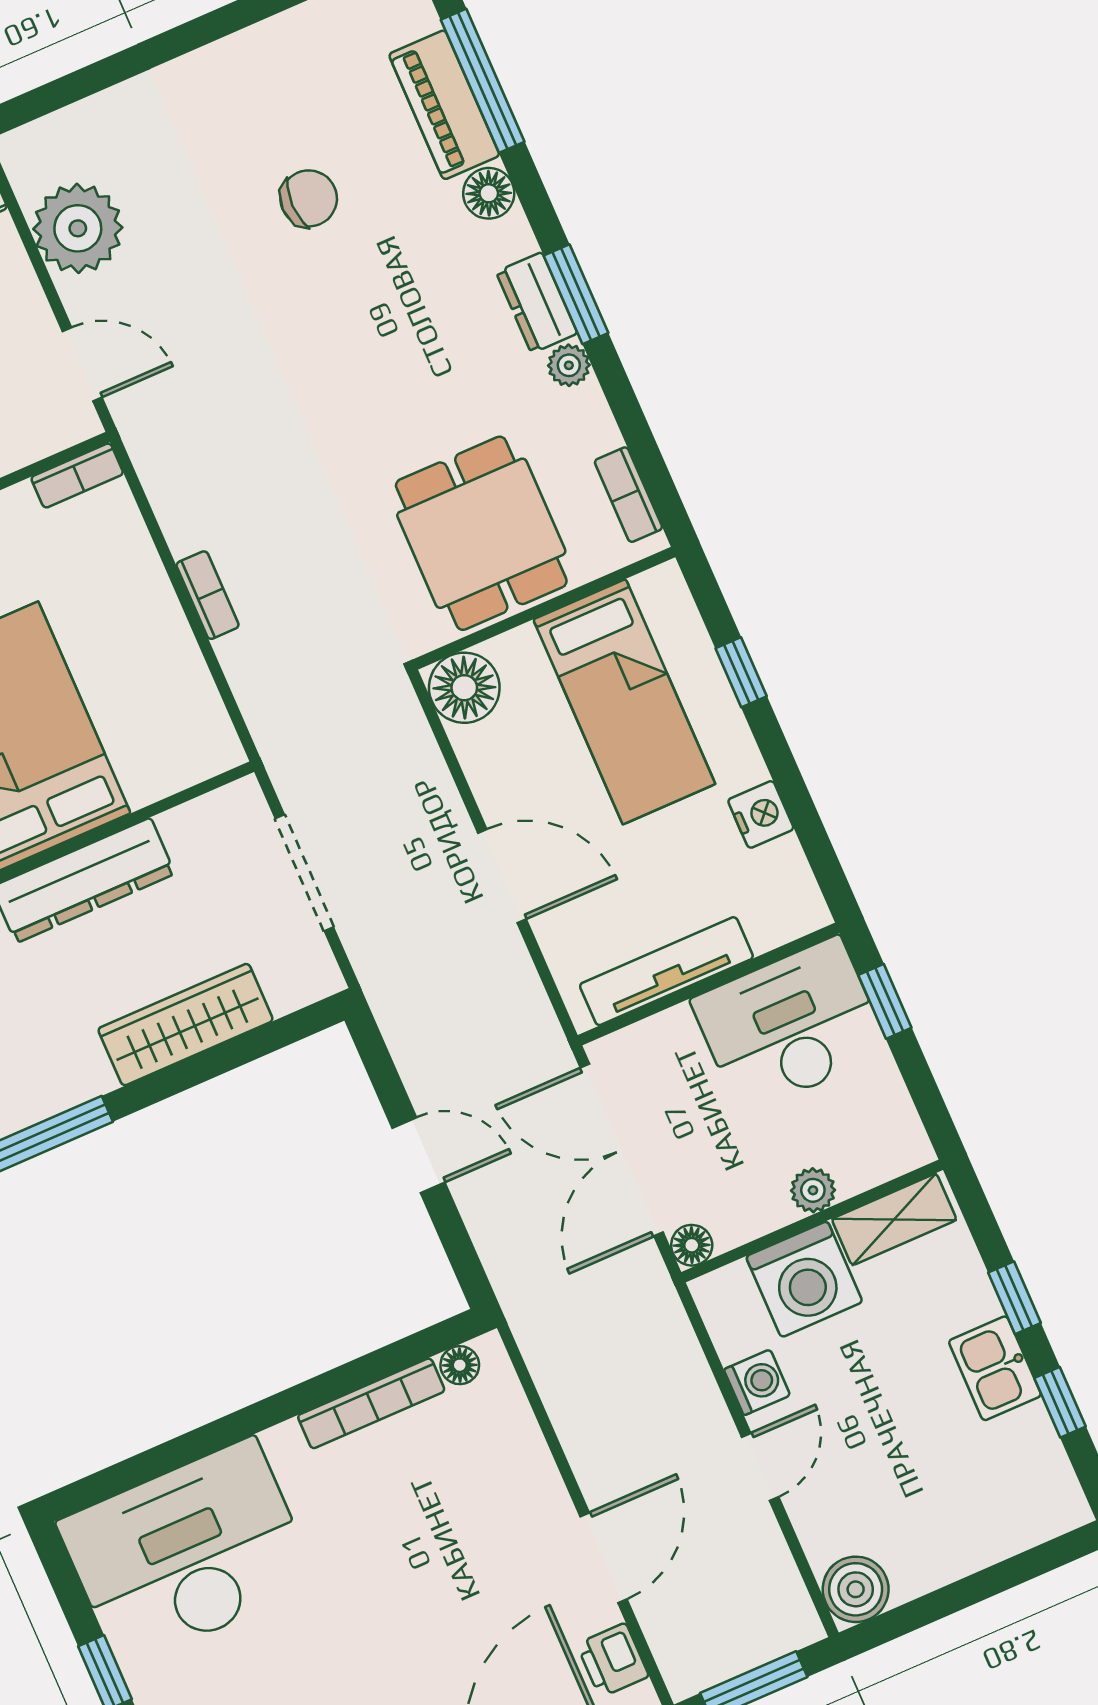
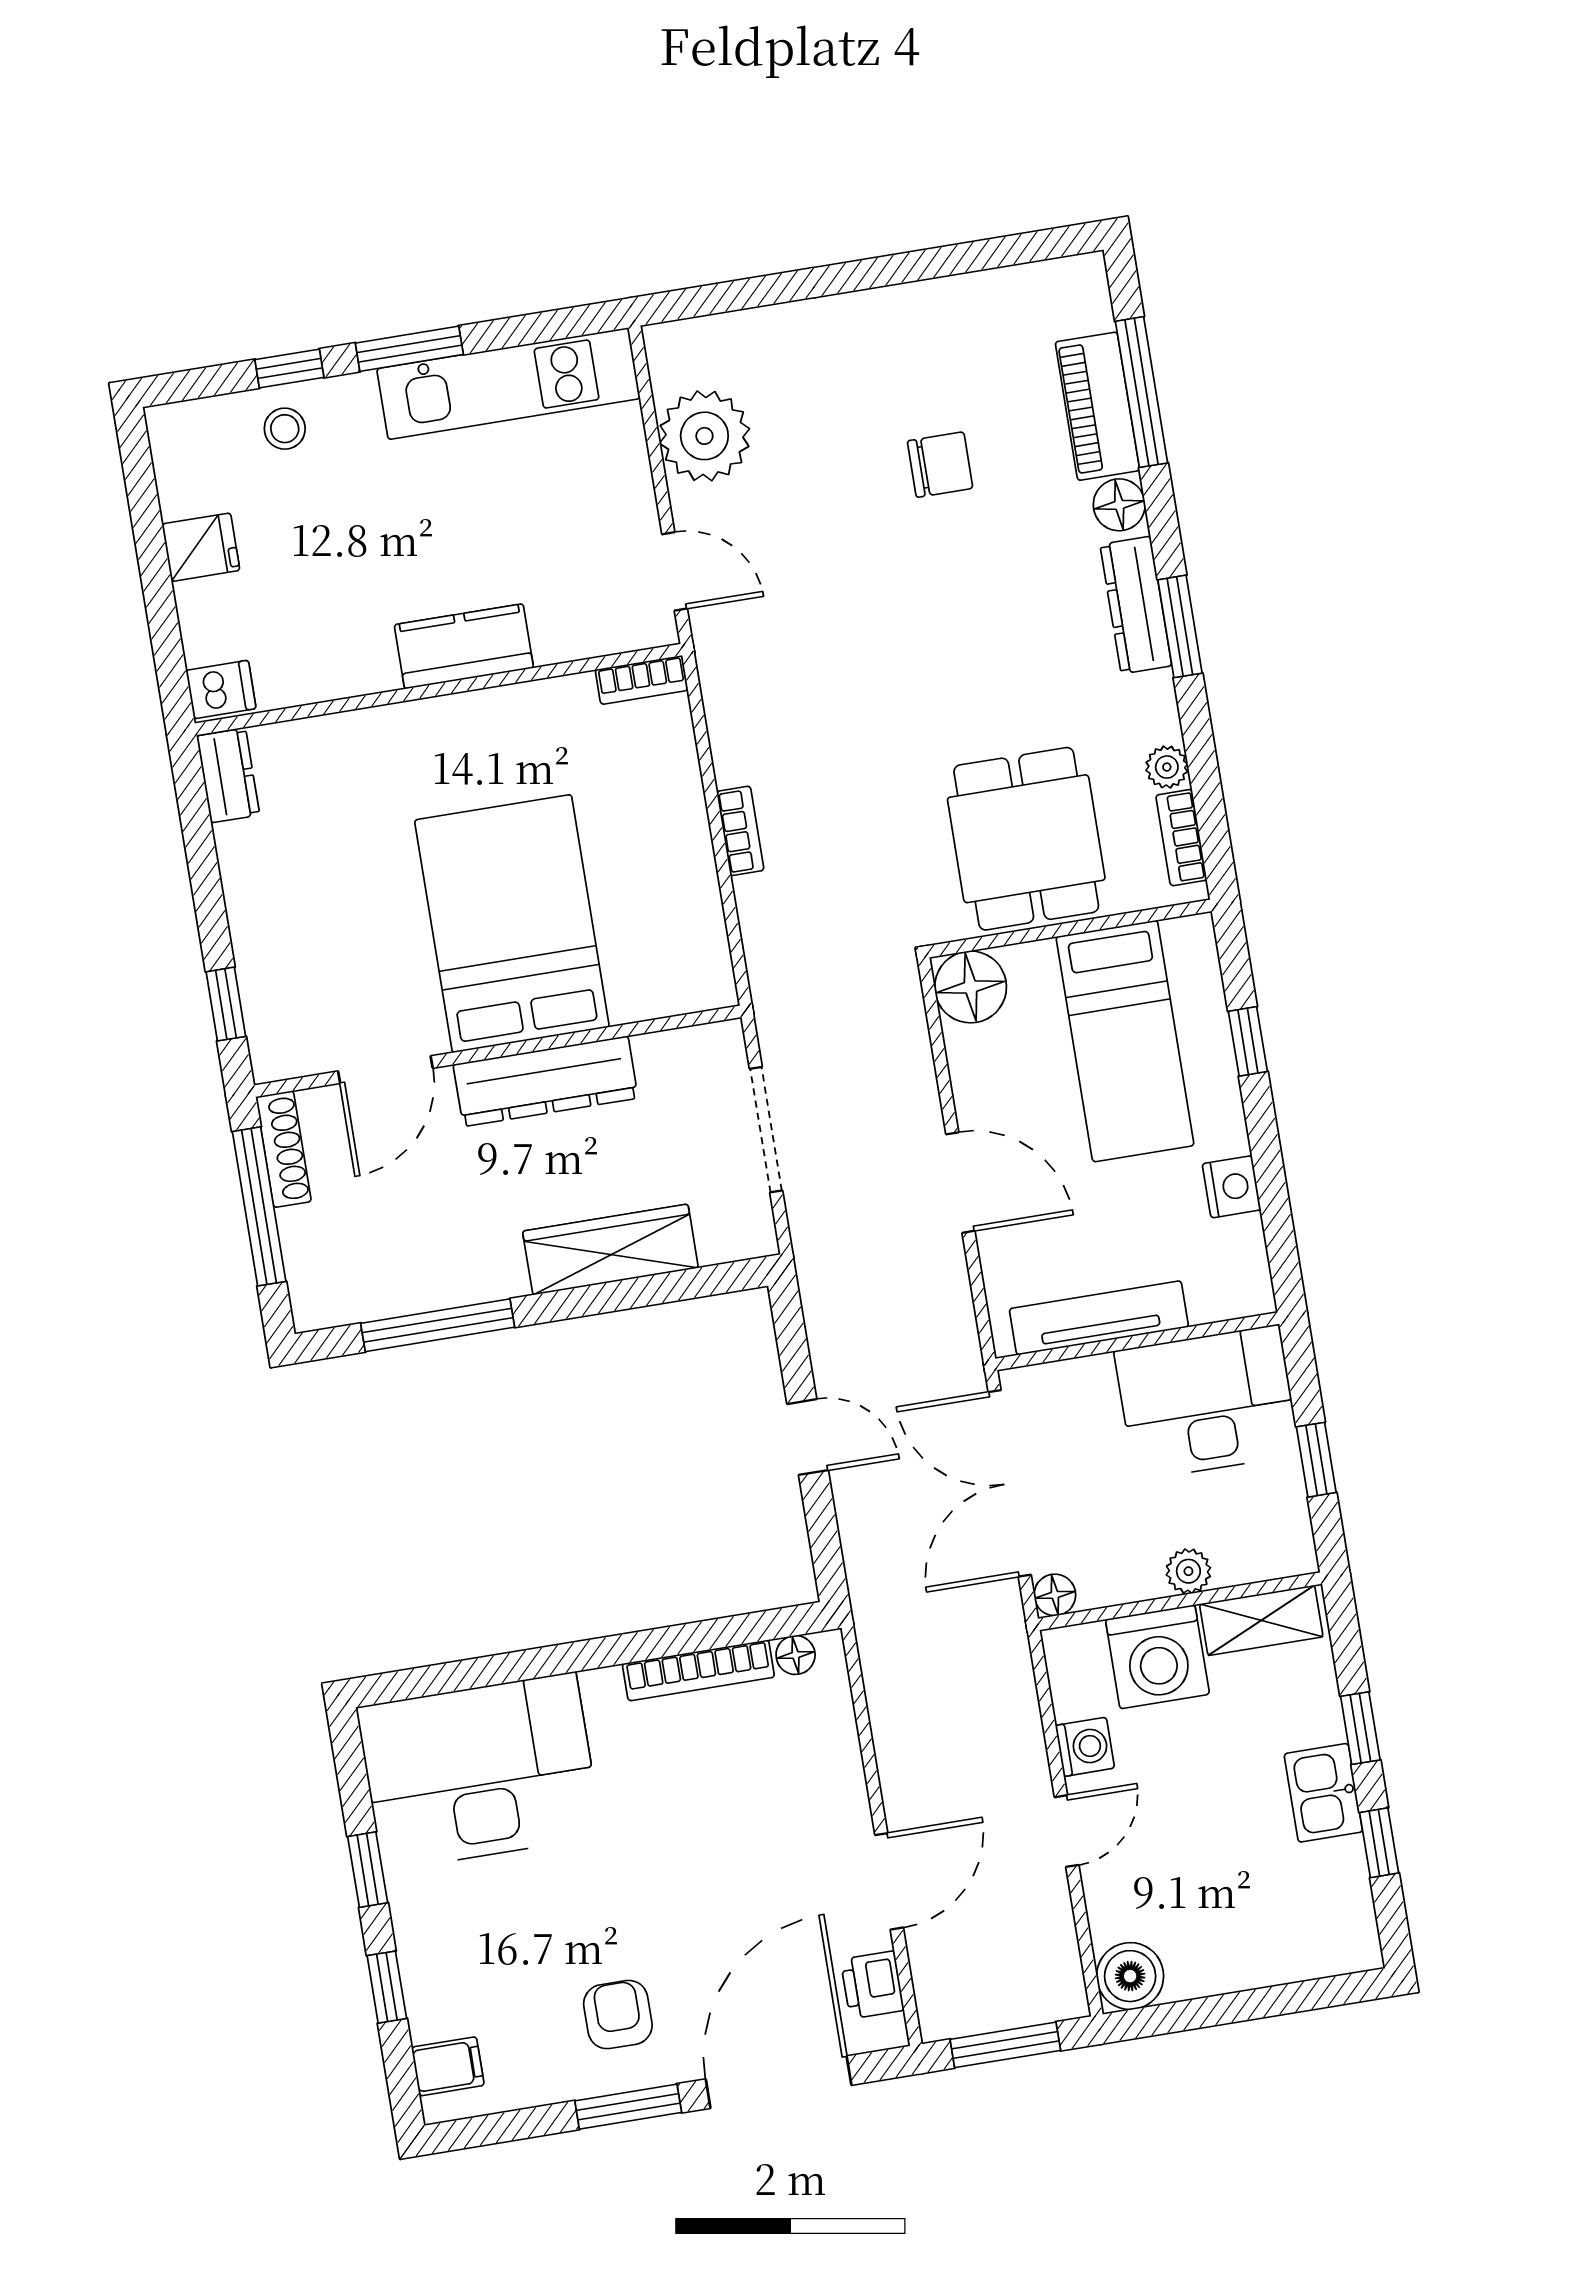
dresser: (537, 303) -> (1136, 605), width x1.44
plant: (569, 365) -> (1167, 767), moved
window: (885, 1001) -> (1316, 1460), moved

